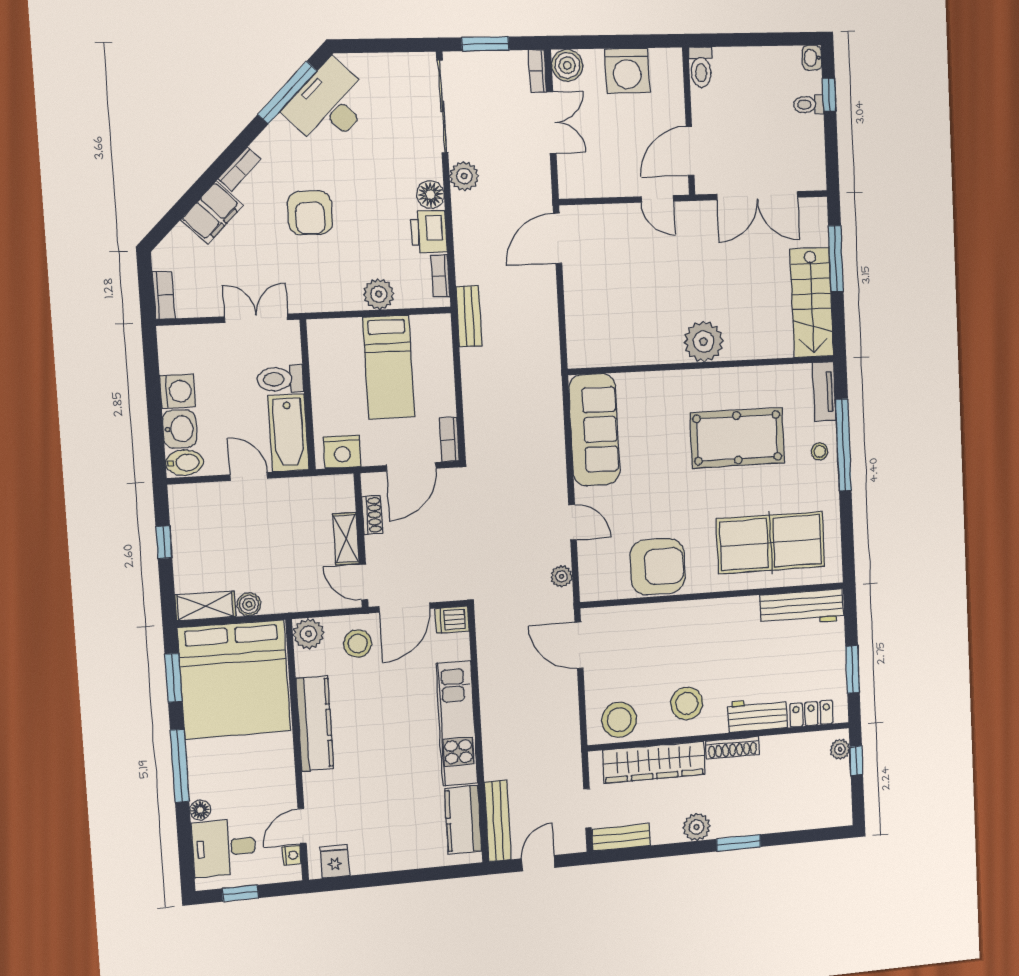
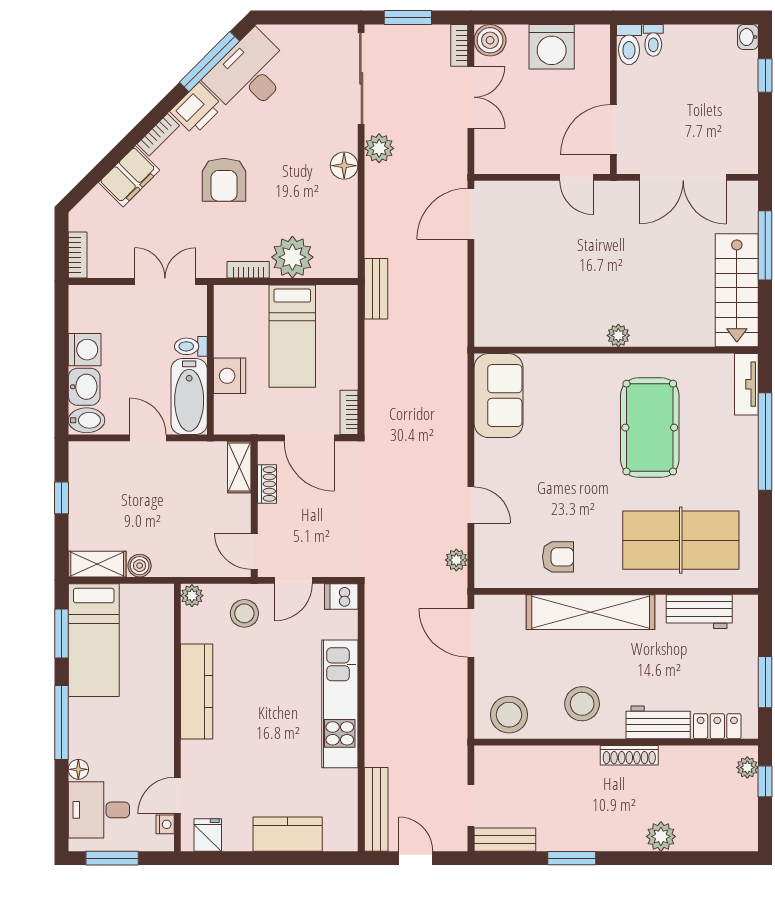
toilet: (809, 104) -> (653, 40), moved, turned -90
printer: (429, 232) -> (197, 109), moved, turned -135
bookcase: (440, 276) -> (248, 270), moved, turned 90
plant: (379, 294) -> (292, 257), width x1.36, depth x1.36
plant: (704, 342) -> (618, 335), width x0.53, depth x0.53
toilet: (280, 379) -> (191, 346), width x0.73, depth x0.72
sofa: (594, 430) -> (498, 396), width x0.73
pool table: (737, 438) -> (650, 428), turned 90
stool: (820, 451) -> (738, 447), removed
nightstand: (342, 452) -> (230, 376), moved, turned 90
door: (411, 467) -> (309, 438), hinge flipped
shelving: (346, 539) -> (239, 467), moved
armchair: (658, 567) -> (558, 557), width x0.53, depth x0.53
door: (404, 608) -> (294, 580), width x0.73
workbench: (802, 608) -> (699, 612), width x0.73
shelving: (691, 617) -> (591, 612), added
plant: (309, 634) -> (192, 596), width x0.73, depth x0.73
bed: (234, 679) -> (94, 640), width x0.49
wardrobe: (654, 762) -> (544, 763), removed
kitchen counter: (463, 820) -> (288, 834), moved, turned 90
plant: (697, 827) -> (661, 836), moved
window: (739, 843) -> (572, 858), moved
door: (538, 863) -> (416, 858), hinge flipped
window: (240, 893) -> (112, 858), width x1.50

